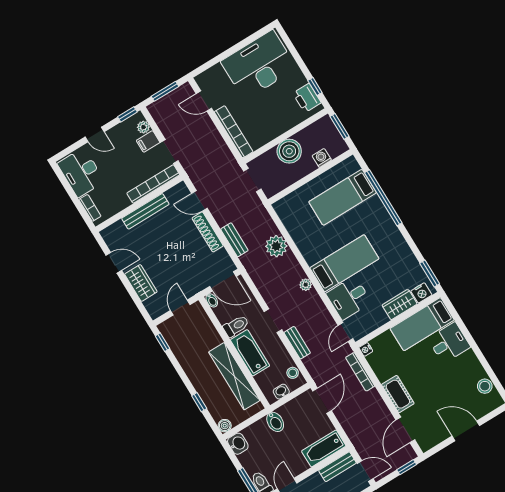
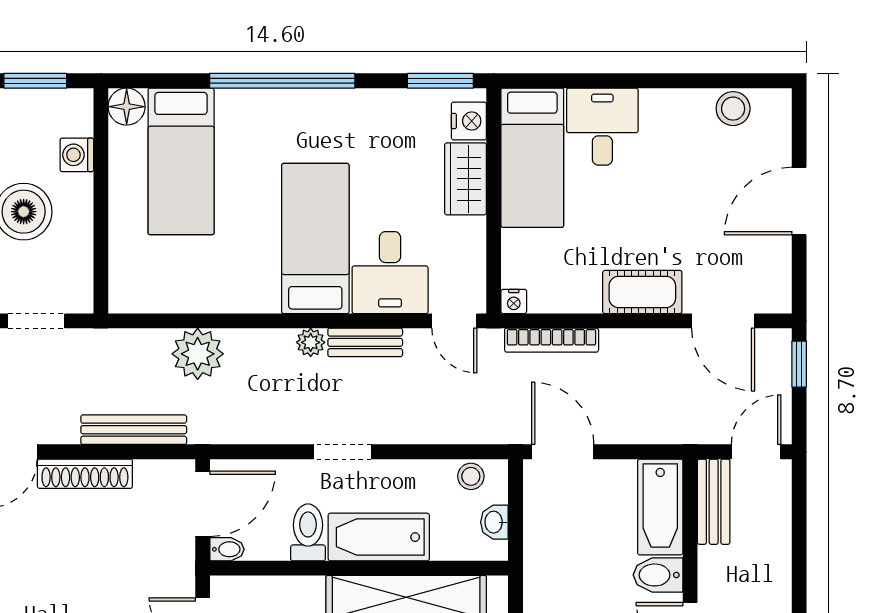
floor lamp: (350, 165) -> (127, 107), added
window: (383, 198) -> (282, 81), moved
bench: (234, 240) -> (134, 430), width x1.36
bench: (297, 343) -> (365, 342), moved
bidet: (275, 422) -> (658, 575), moved, turned 180

